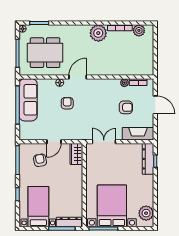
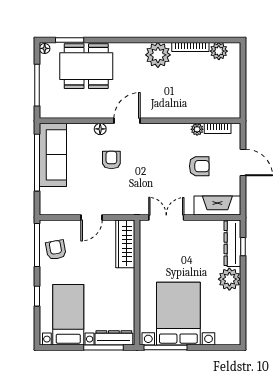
dining table: (45, 53) -> (86, 66), moved
wardrobe: (76, 154) -> (125, 244), width x1.50
armchair: (40, 160) -> (56, 250), moved
plant: (146, 213) -> (229, 279), moved

